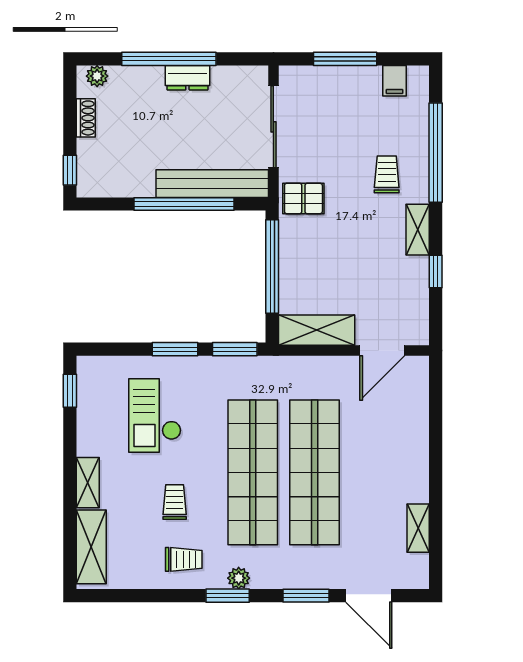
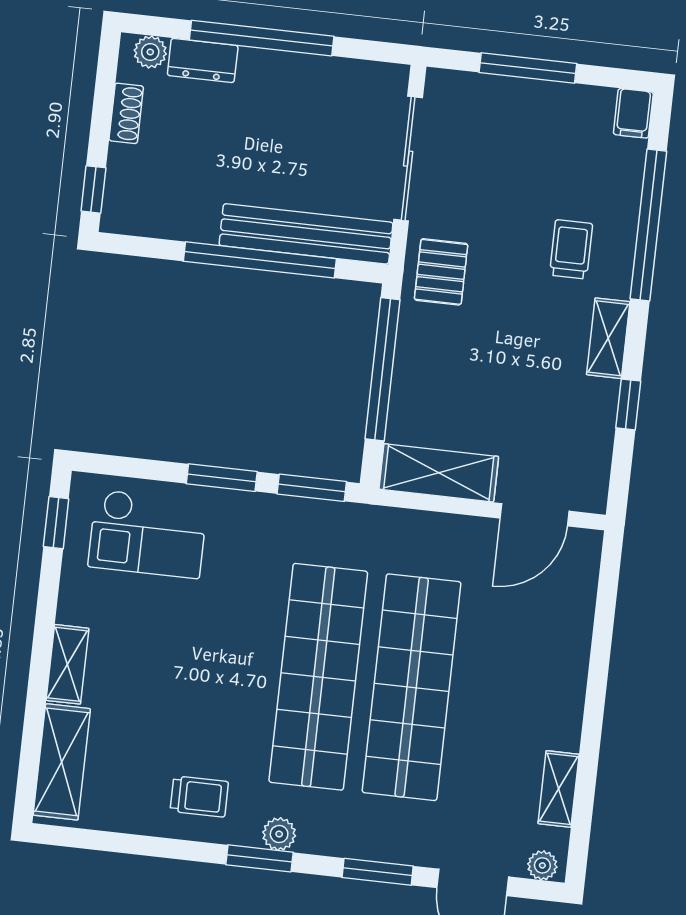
dresser: (187, 78) -> (203, 60), moved
filing cabinet: (395, 81) -> (633, 113), moved
pallet: (303, 198) -> (441, 272), turned 90
checkout: (155, 416) -> (148, 534), moved, turned -90
trolley: (175, 502) -> (195, 708), removed
plant: (413, 579) -> (542, 865), added

